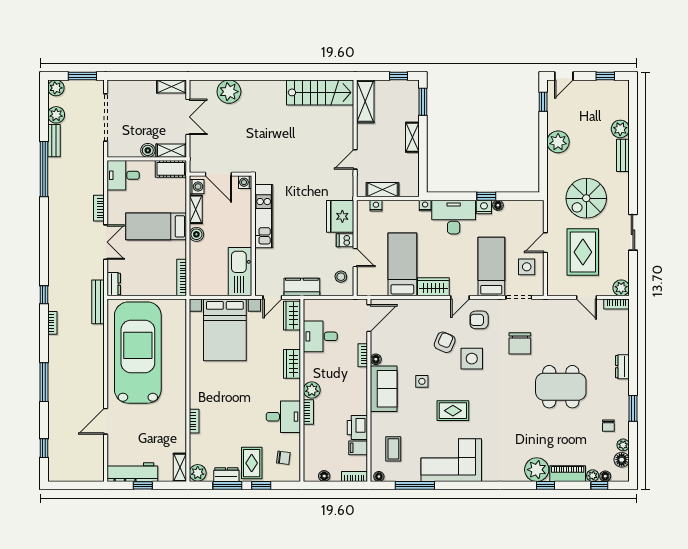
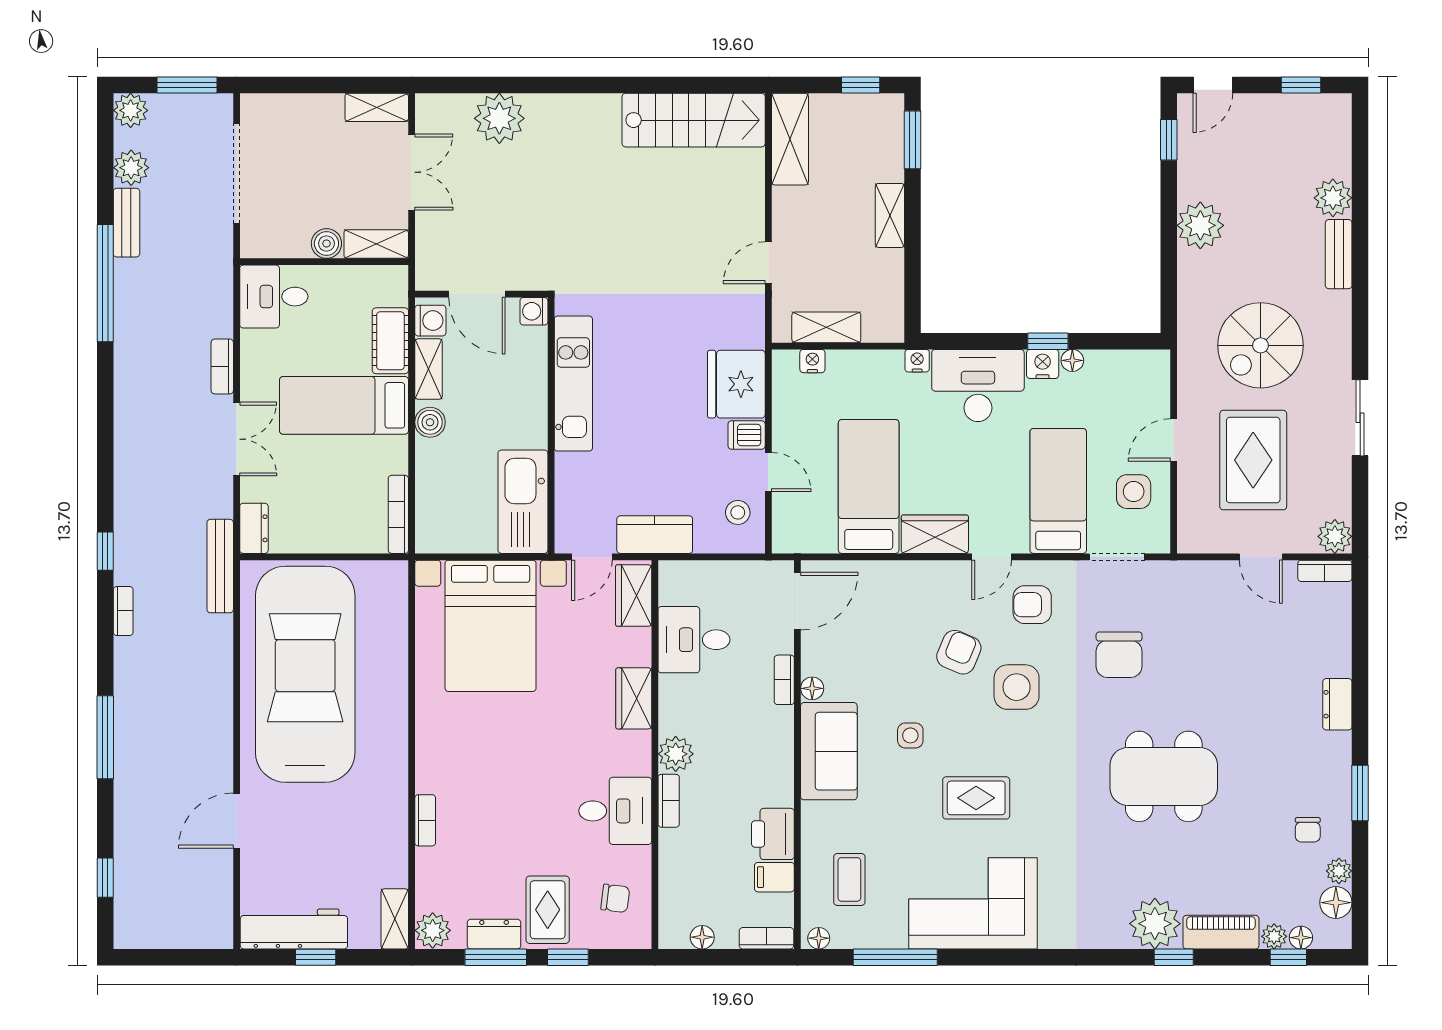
cot: (171, 169) -> (390, 341), moved, turned 90
dining table: (561, 387) -> (1164, 776), moved

